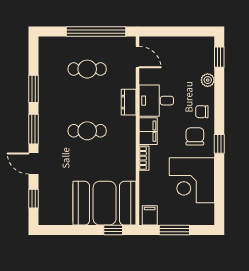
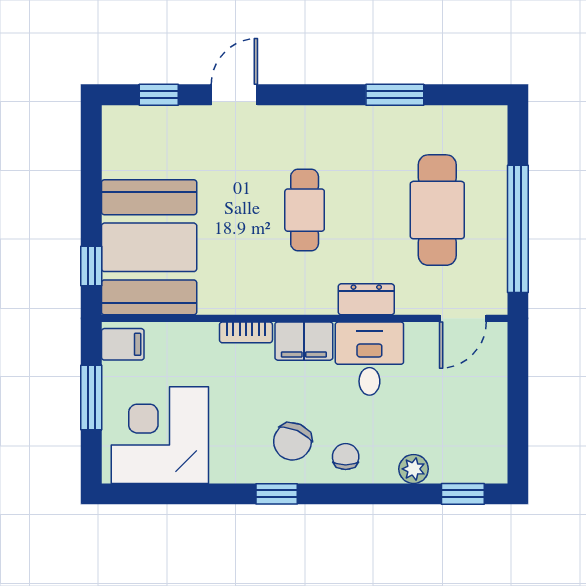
cafe table: (87, 69) -> (437, 210), width x1.37, depth x1.35
window: (34, 129) -> (308, 95), removed
chair: (195, 136) -> (292, 441), turned 114
corner desk: (192, 180) -> (160, 435), moved

